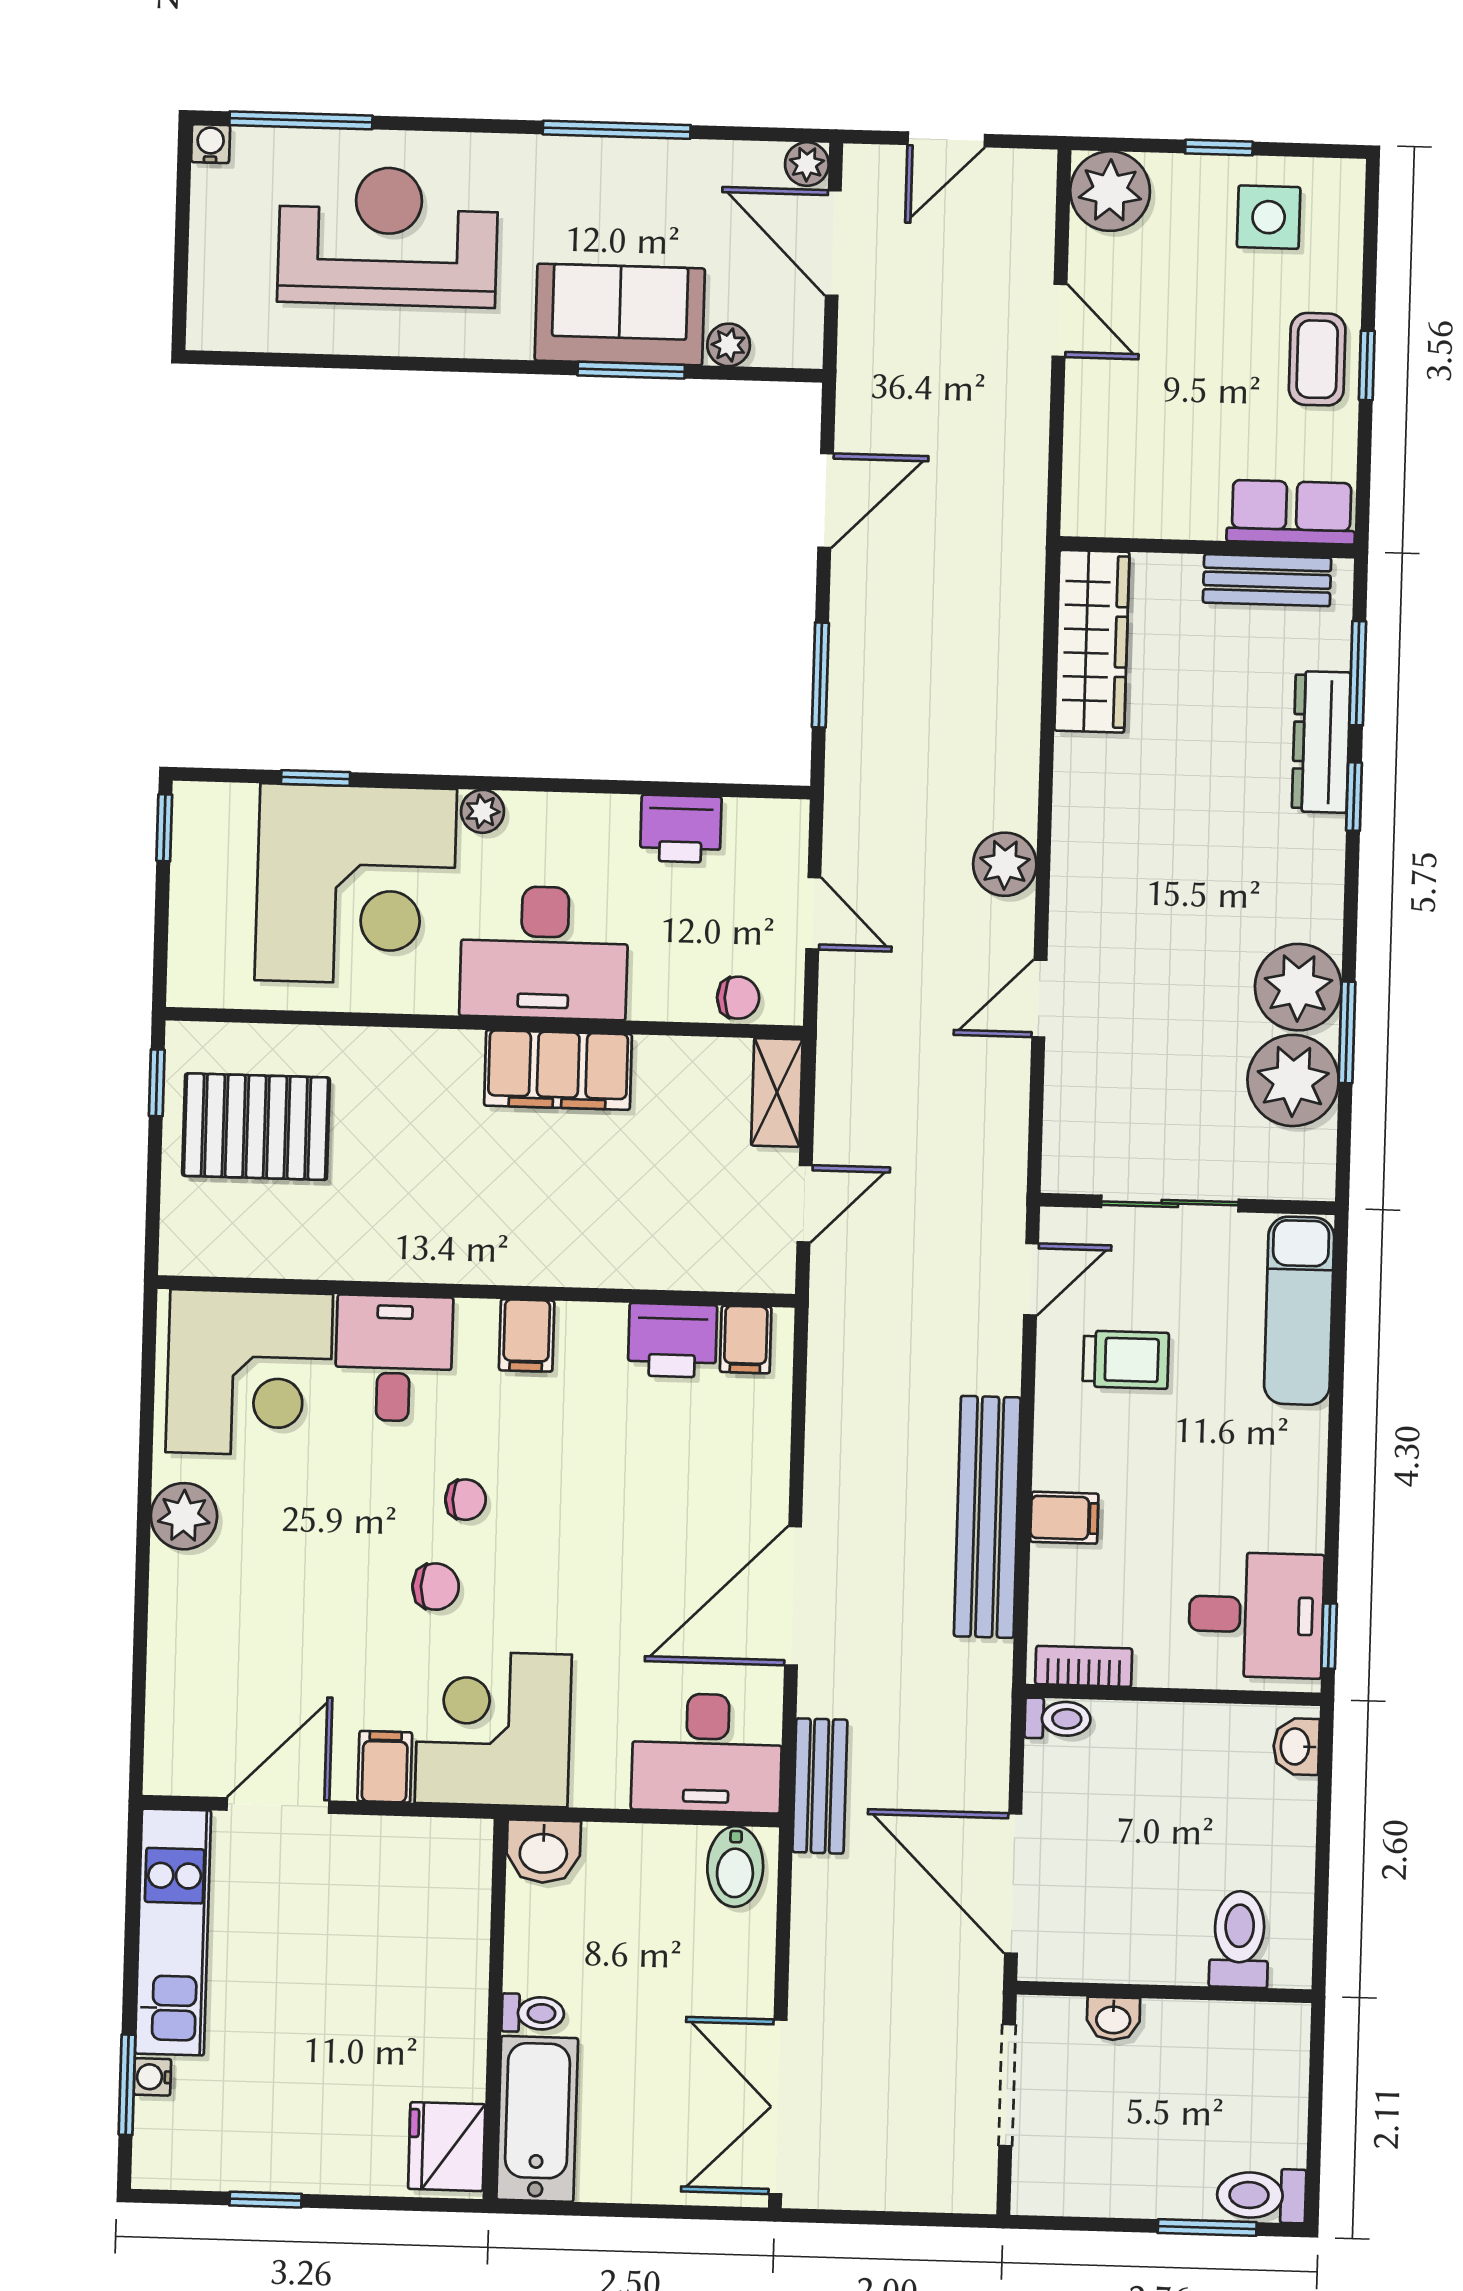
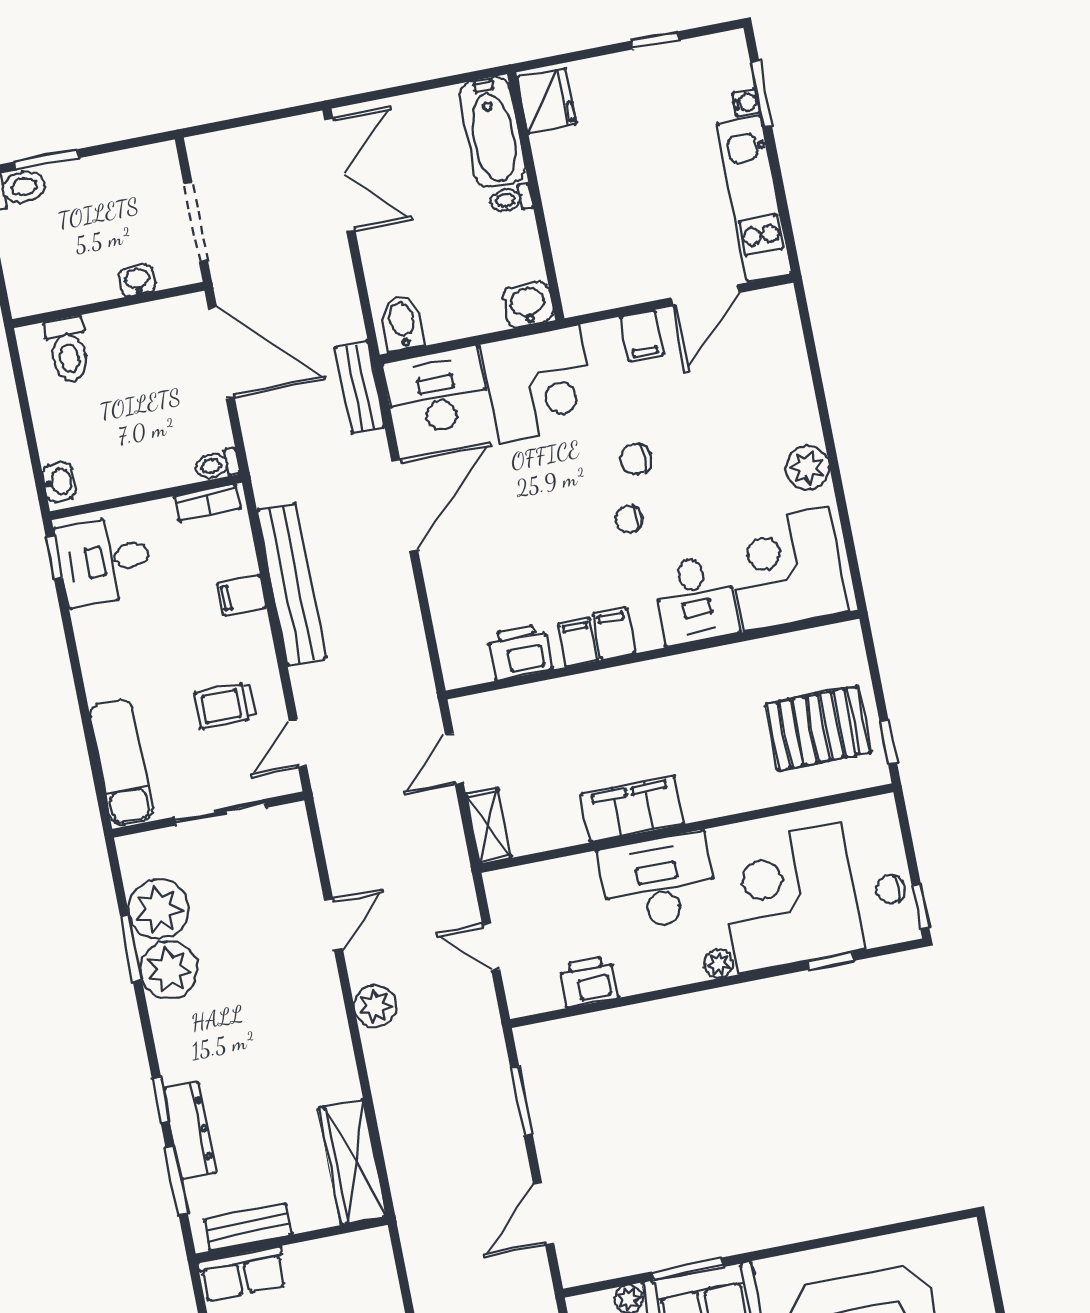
chair: (738, 998) -> (890, 889), moved
filing cabinet: (746, 1339) -> (578, 642), moved
corner desk: (493, 1729) -> (540, 384), moved

